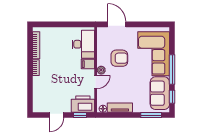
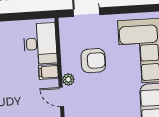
door: (96, 82) -> (61, 97), swing flipped

